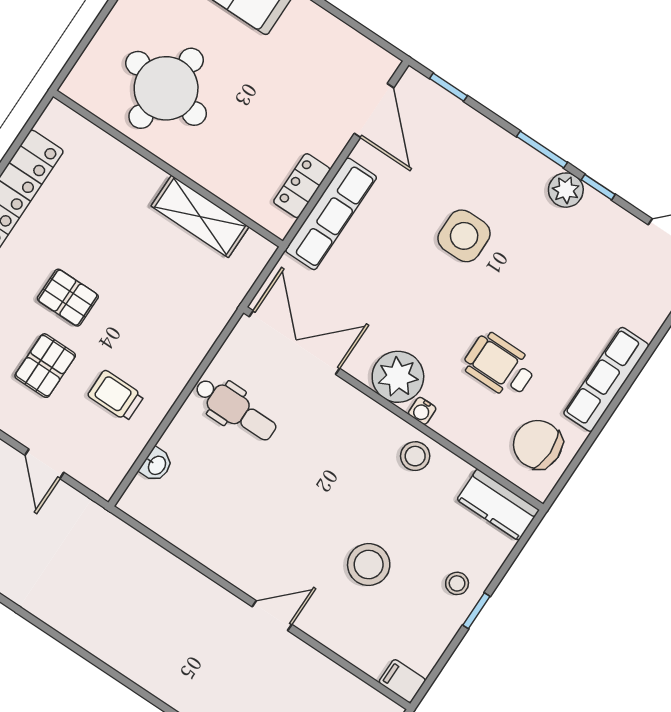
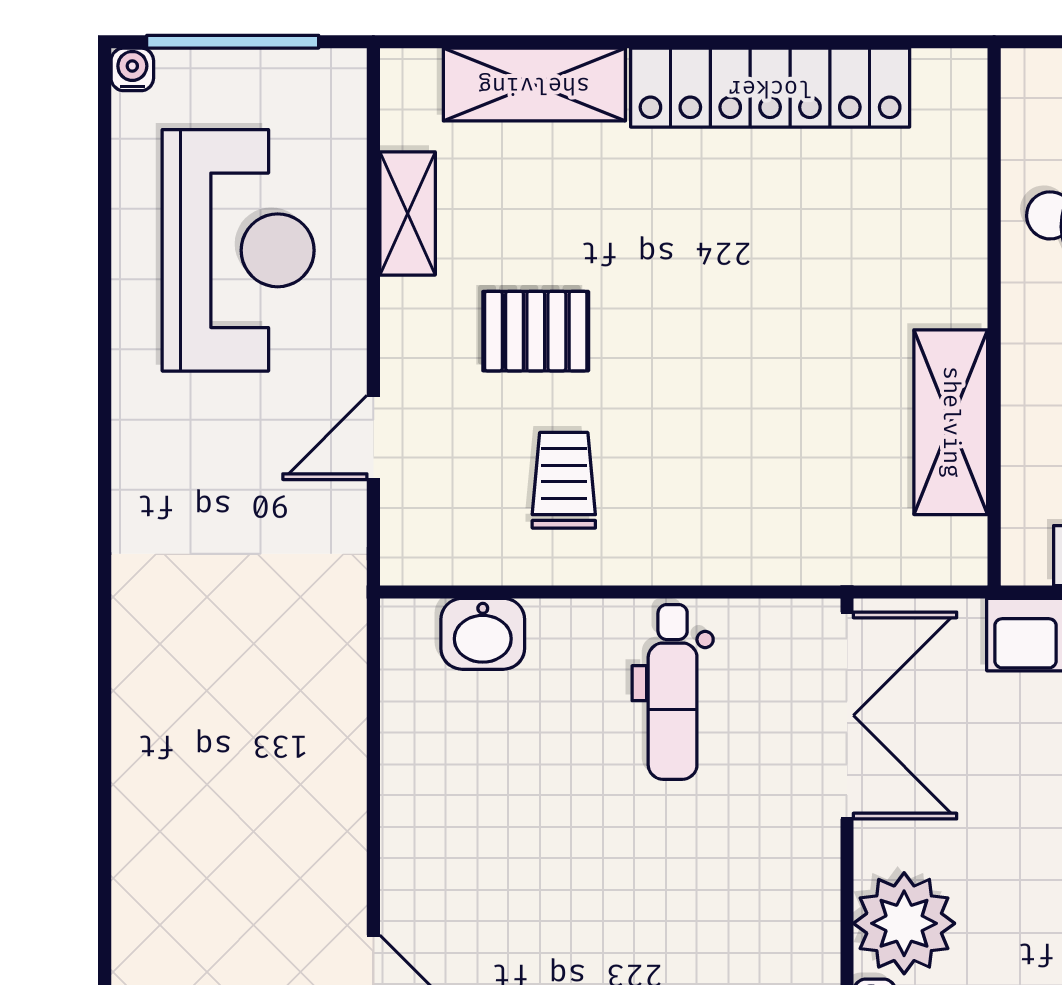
pallet: (68, 298) -> (672, 294), removed
washbasin: (156, 465) -> (483, 634), width x1.38, depth x1.45

